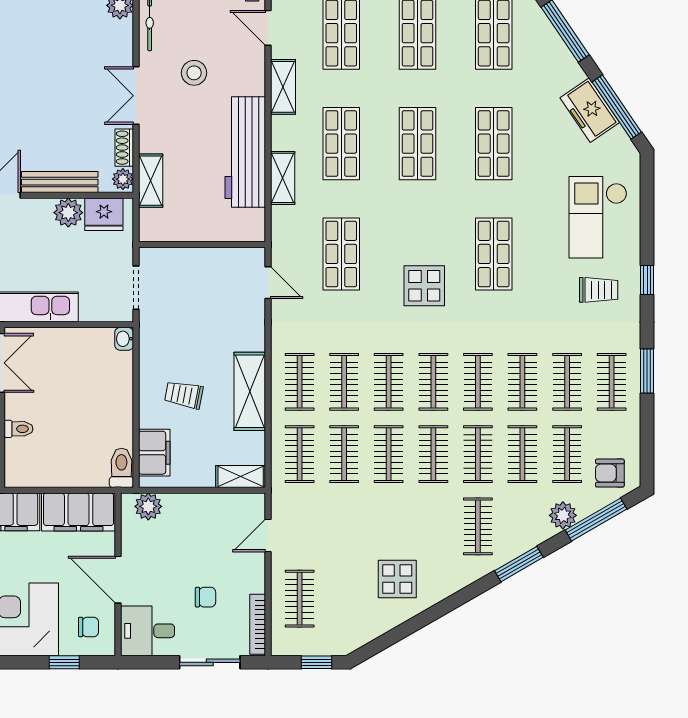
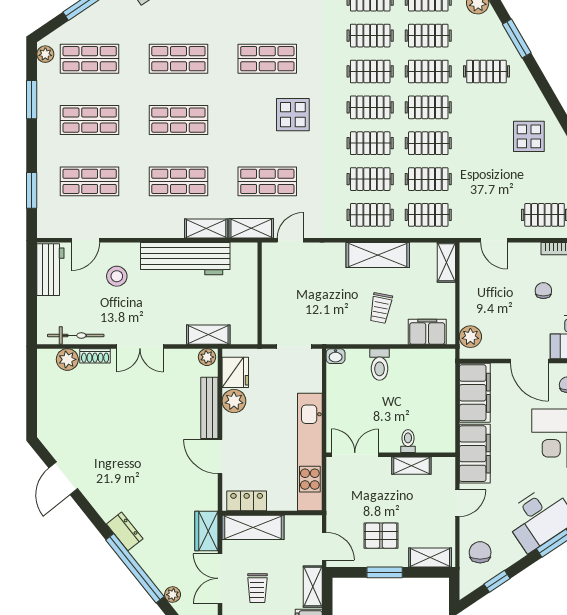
stool: (194, 73) -> (117, 276), moved
shelving: (283, 87) -> (251, 228), moved
shoe rack: (124, 148) -> (95, 356), moved
toilet: (121, 468) -> (380, 364), moved, turned -90
door: (118, 580) -> (529, 361), hinge flipped

